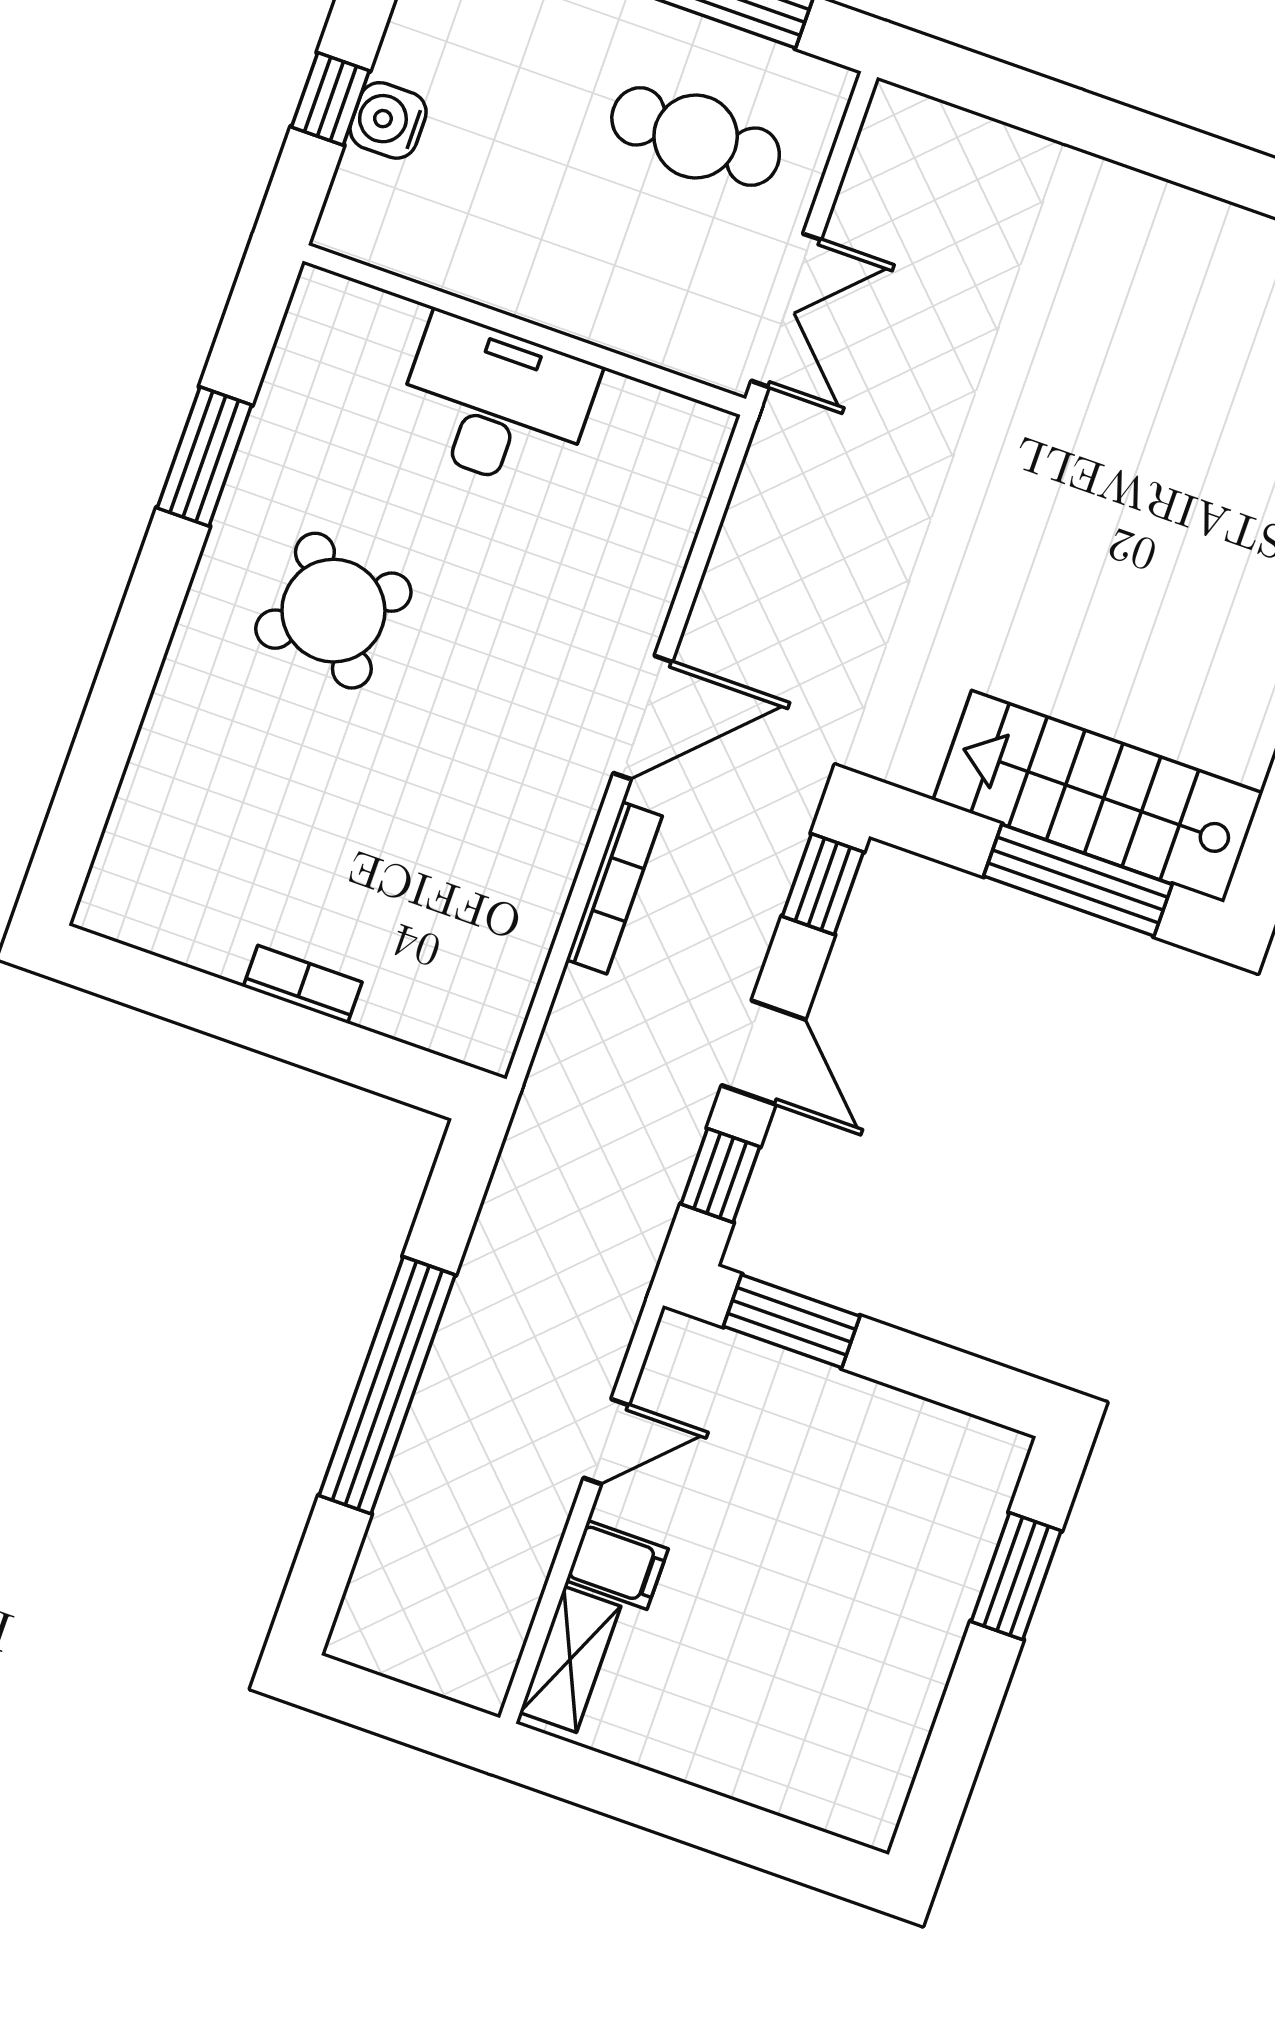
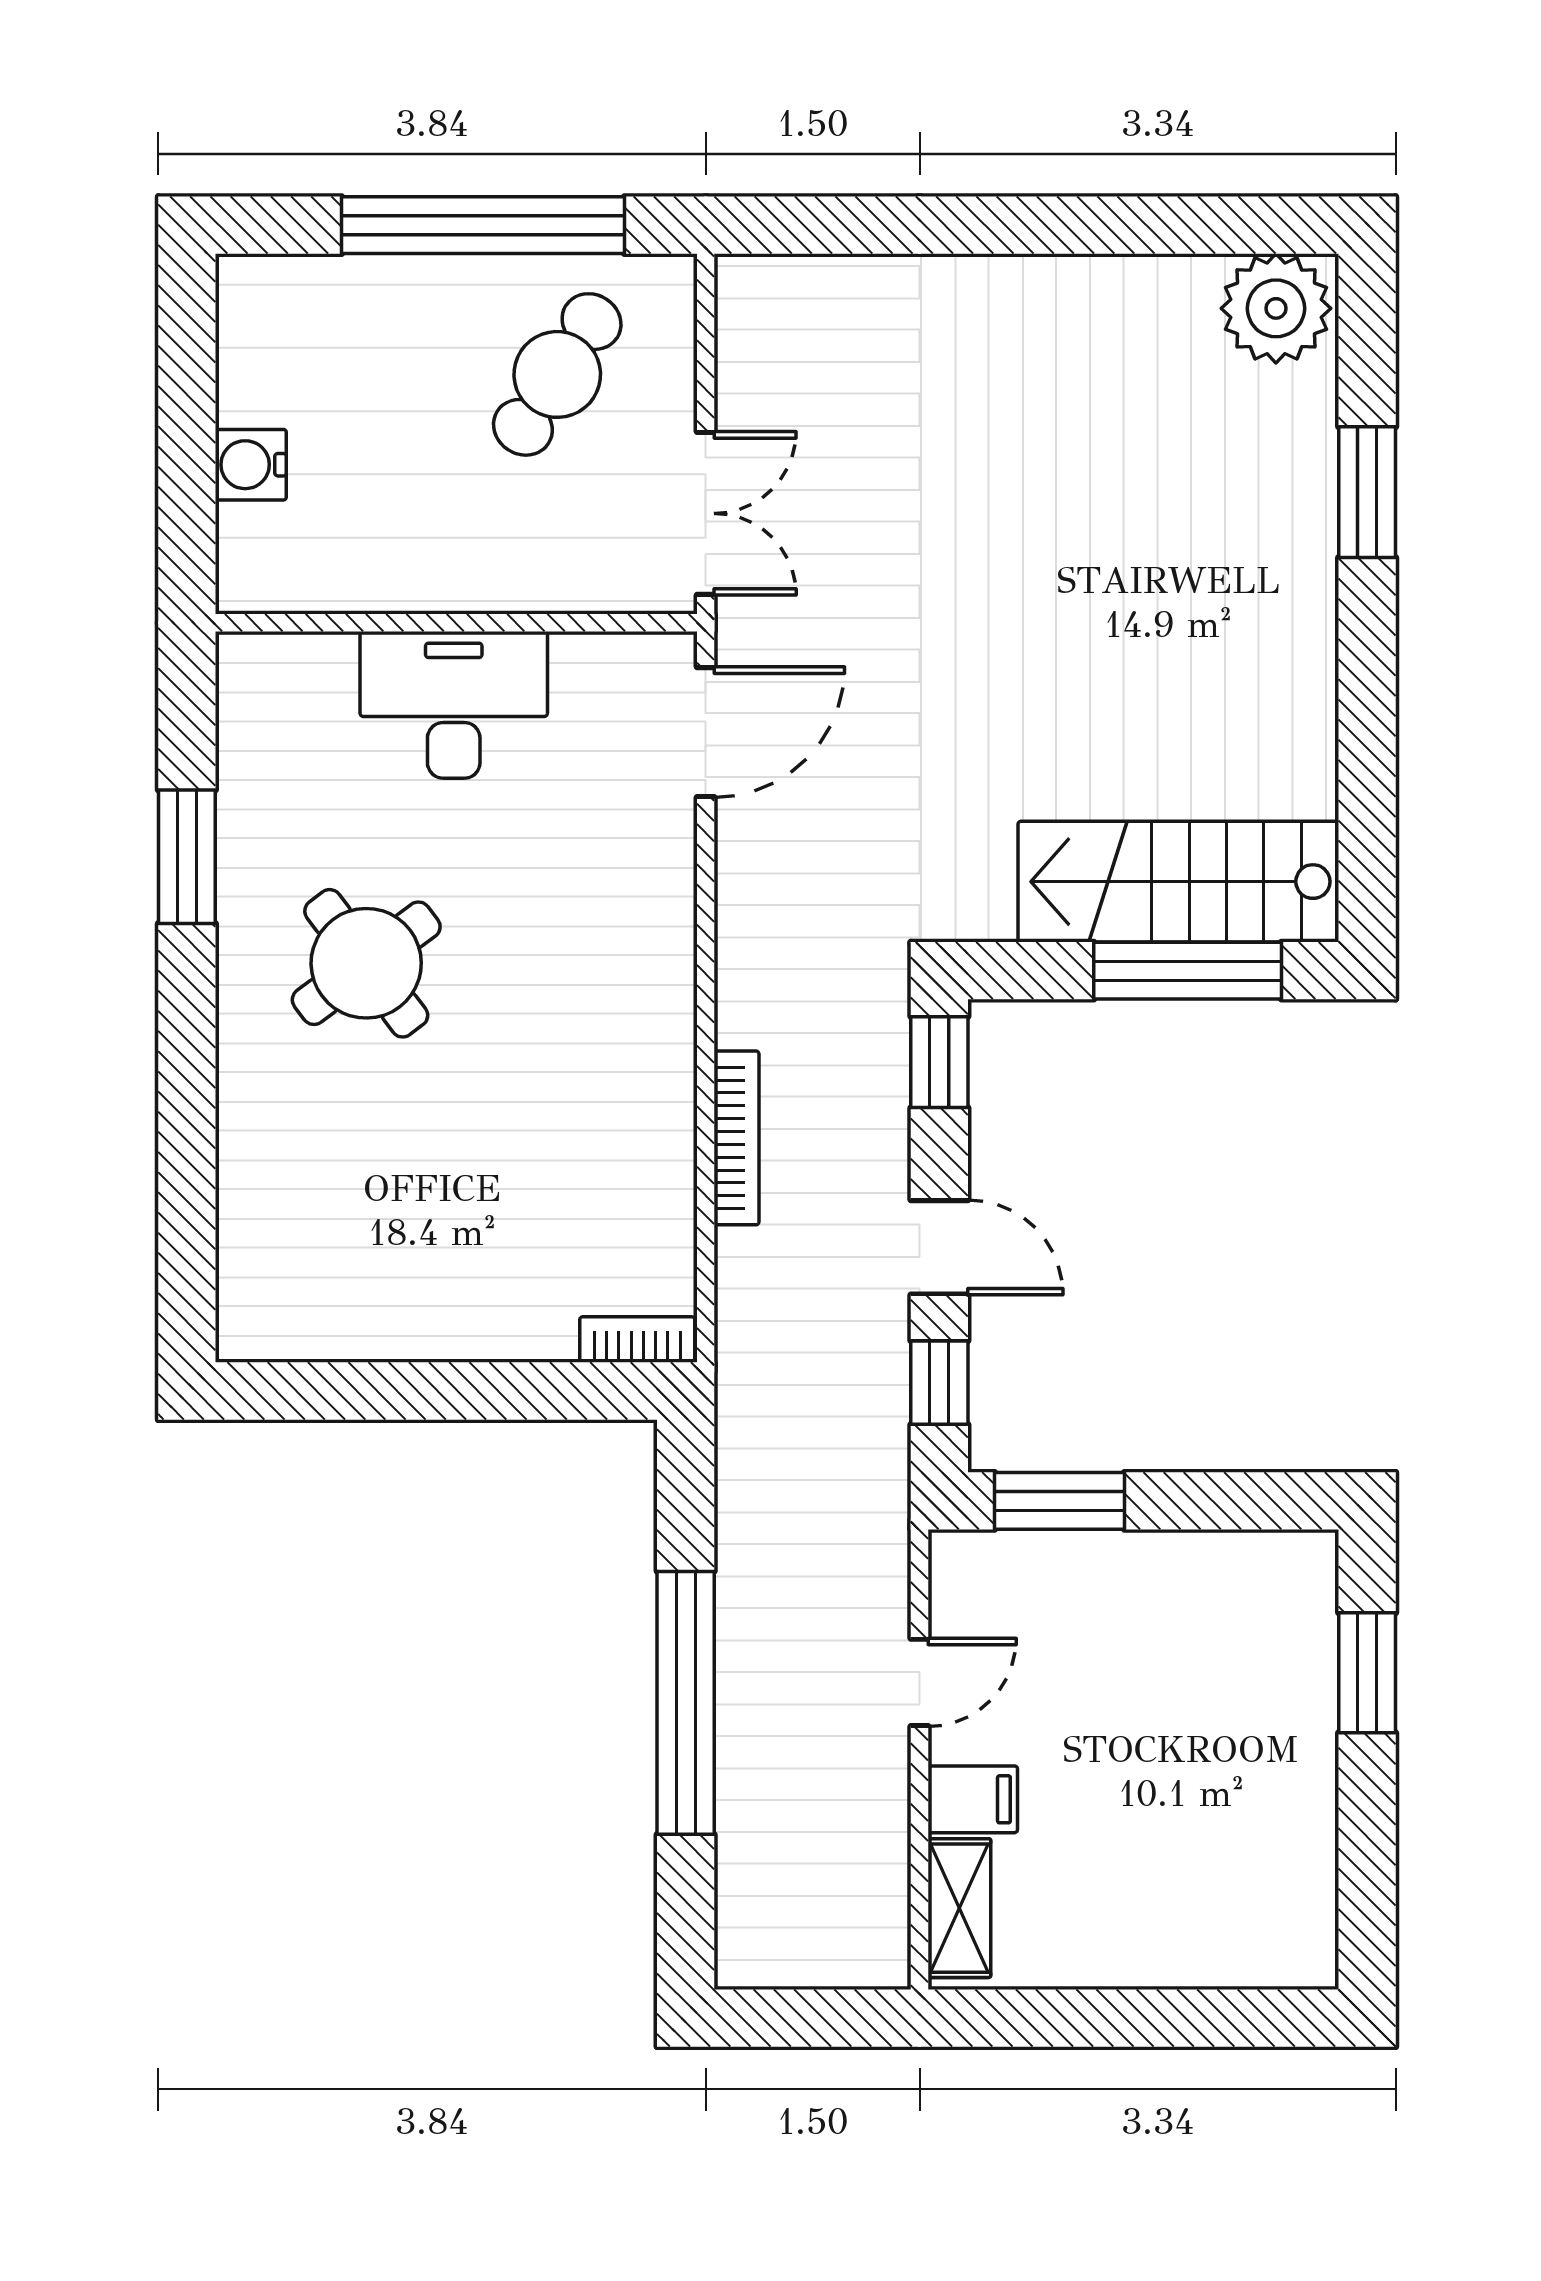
window: (330, 99) -> (187, 463), removed
cafe table: (696, 136) -> (557, 374), turned -57
door: (643, 717) -> (706, 732), moved
bookcase: (303, 984) -> (637, 1340), moved

